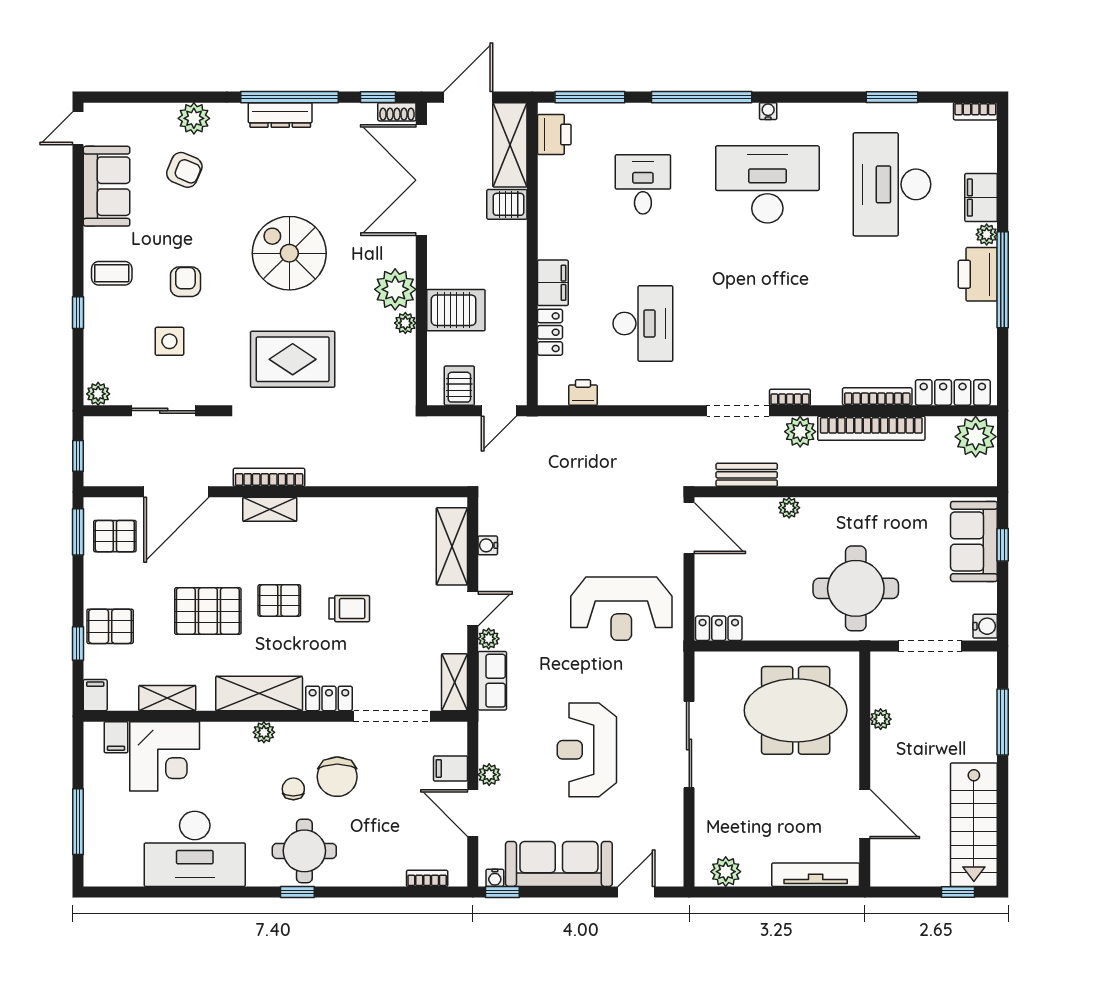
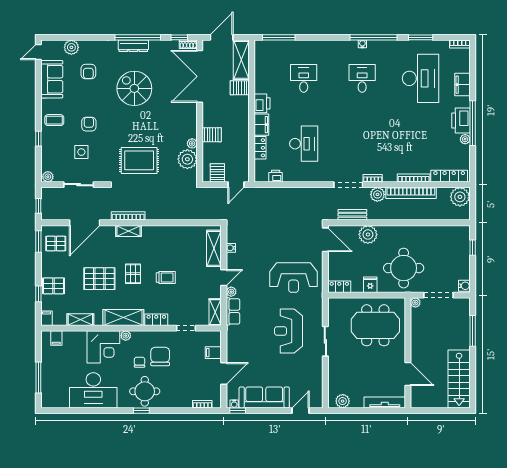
window: (702, 97) -> (373, 37), moved
plant: (194, 118) -> (71, 47), moved
printer: (554, 135) -> (262, 103), moved
armchair: (184, 170) -> (88, 72), turned 67
desk: (767, 184) -> (362, 78), width x0.53, depth x0.77
desk: (892, 184) -> (421, 78), turned 180
plant: (987, 234) -> (465, 139), moved
spiral stairs: (289, 253) -> (134, 88), moved
plant: (395, 289) -> (187, 159), moved
server rack: (456, 310) -> (212, 135), width x0.73, depth x0.70
plant: (789, 508) -> (368, 234), width x1.88, depth x1.88
sofa: (974, 541) -> (459, 246), removed
pallet: (279, 600) -> (133, 274), turned 90
fridge: (785, 624) -> (370, 285), added
doorway: (392, 716) -> (186, 328), width x0.53
plant: (881, 719) -> (415, 303), moved
sliding door: (689, 744) -> (325, 341), width x0.73
reception desk: (587, 750) -> (289, 331), moved
corner desk: (165, 756) -> (103, 347), moved
plant: (489, 775) -> (231, 355), removed
chair: (337, 777) -> (160, 356), turned 180
door: (473, 813) -> (224, 373), swing flipped
window: (958, 892) -> (452, 411), removed

